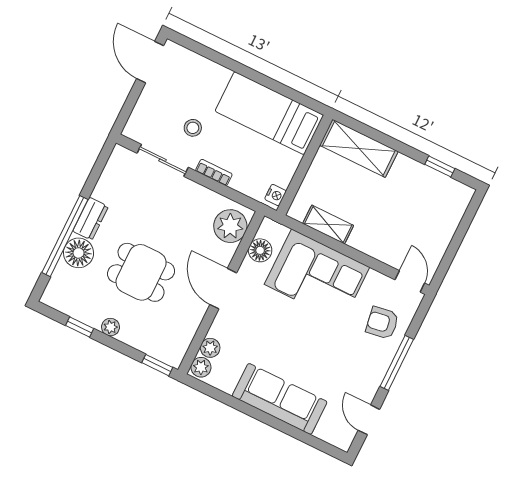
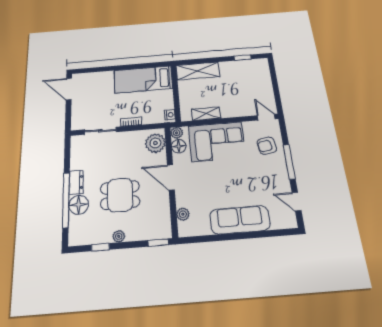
stool: (193, 128) -> (108, 107), removed
plant: (201, 367) -> (177, 133), moved

